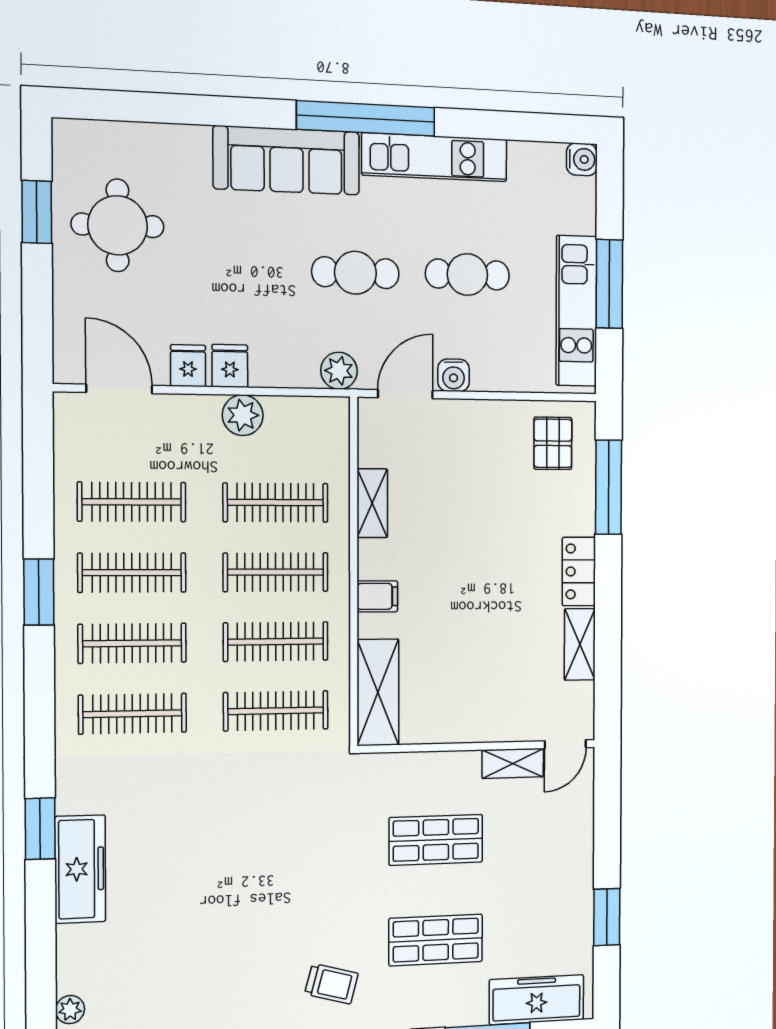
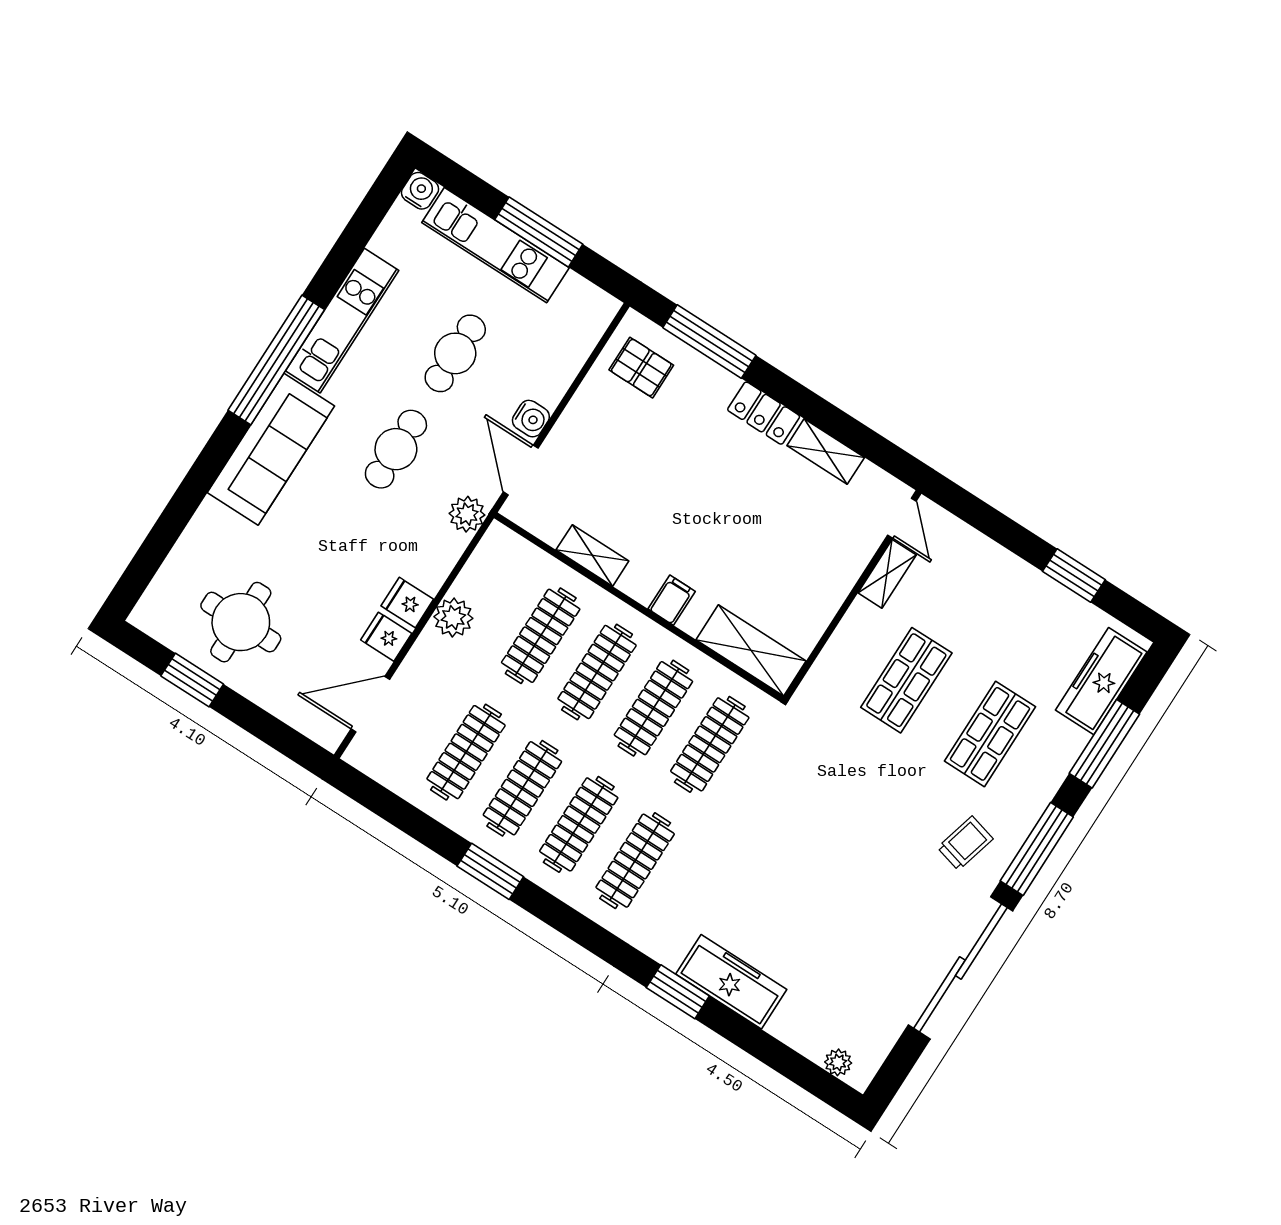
kitchen unit: (576, 311) -> (495, 245), moved

